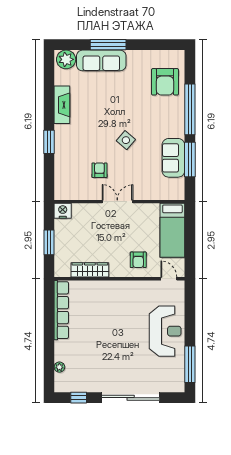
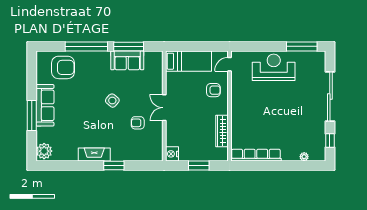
sofa: (101, 60) -> (45, 105), moved
fireplace: (62, 105) -> (94, 155), moved

